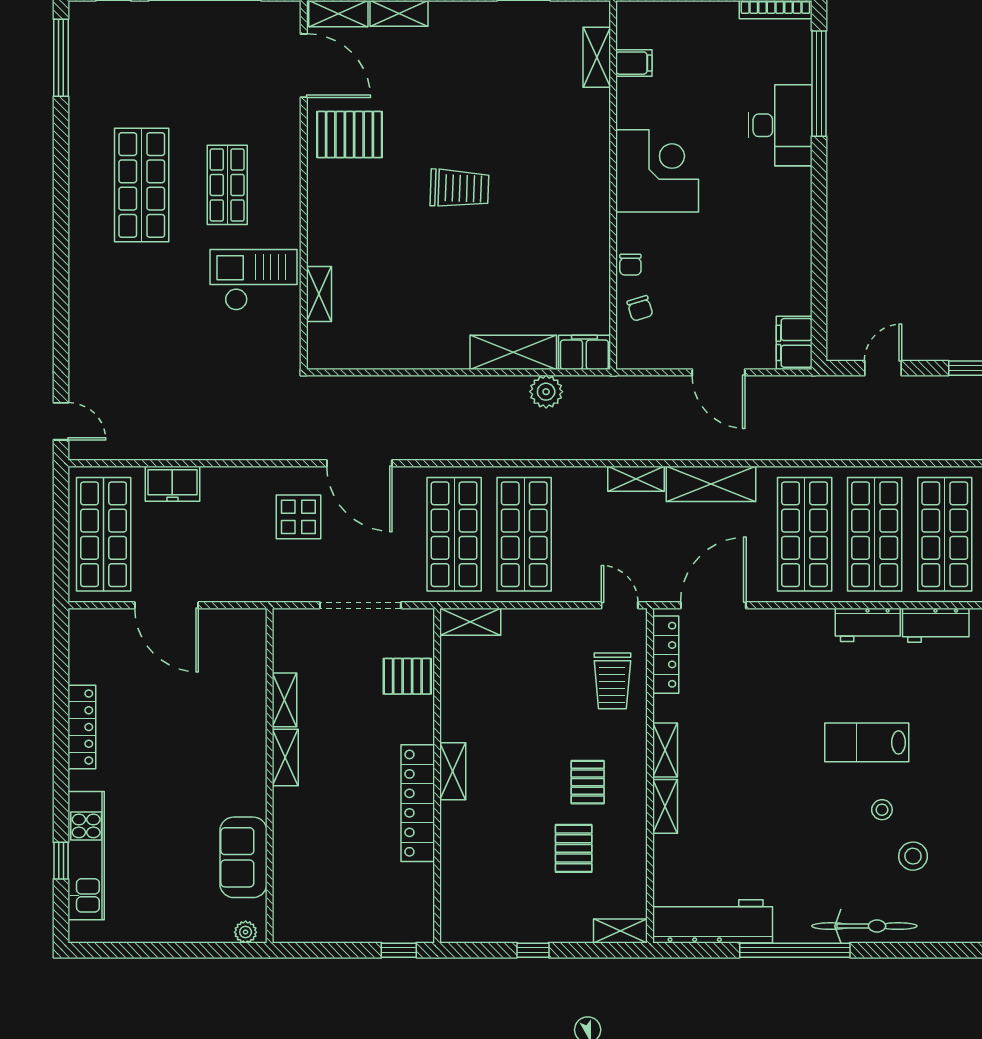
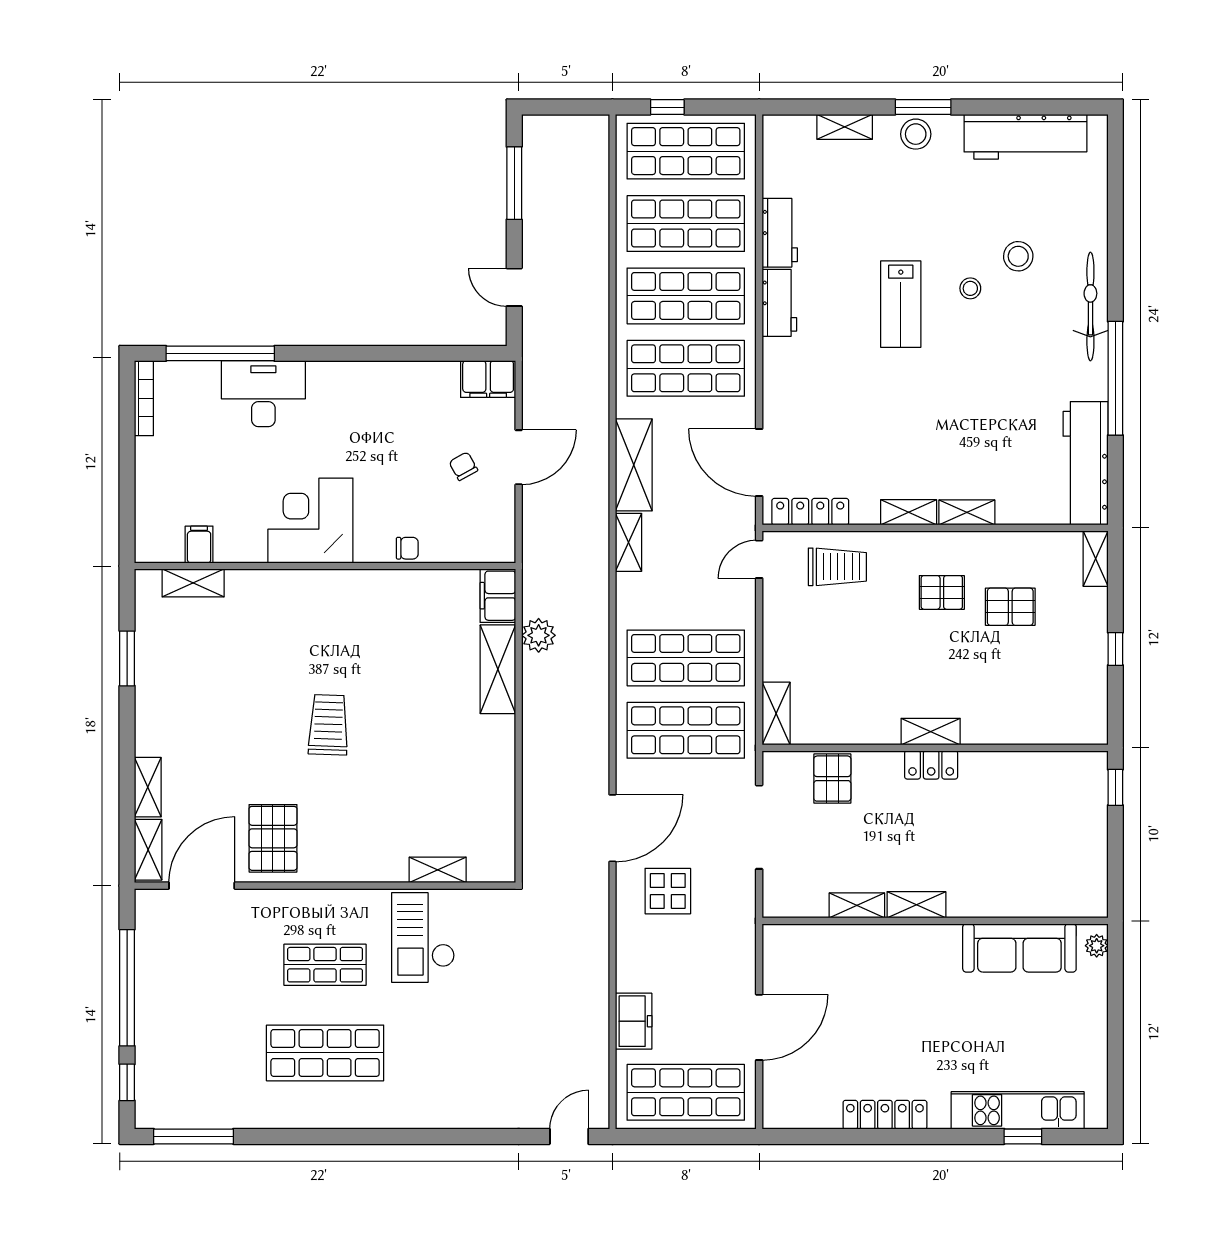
chair: (640, 308) -> (463, 466), moved, turned -102
locker: (418, 803) -> (931, 765), width x0.46, depth x0.83
sofa: (243, 857) -> (1019, 948), width x1.36

